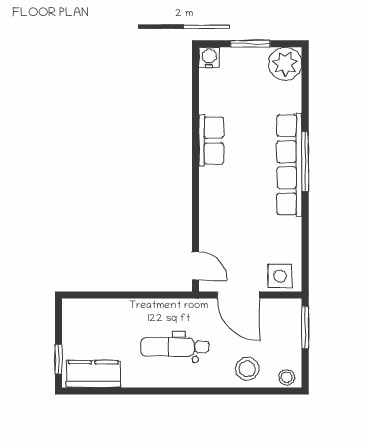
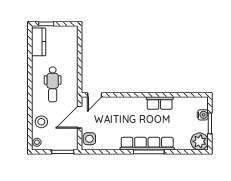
water cooler: (209, 57) -> (203, 115), moved
dental chair: (175, 347) -> (53, 84), turned 180

